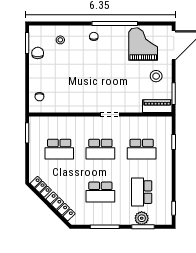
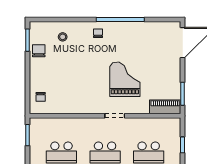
grand piano: (143, 44) -> (125, 79), moved
stool: (156, 76) -> (164, 75), removed

